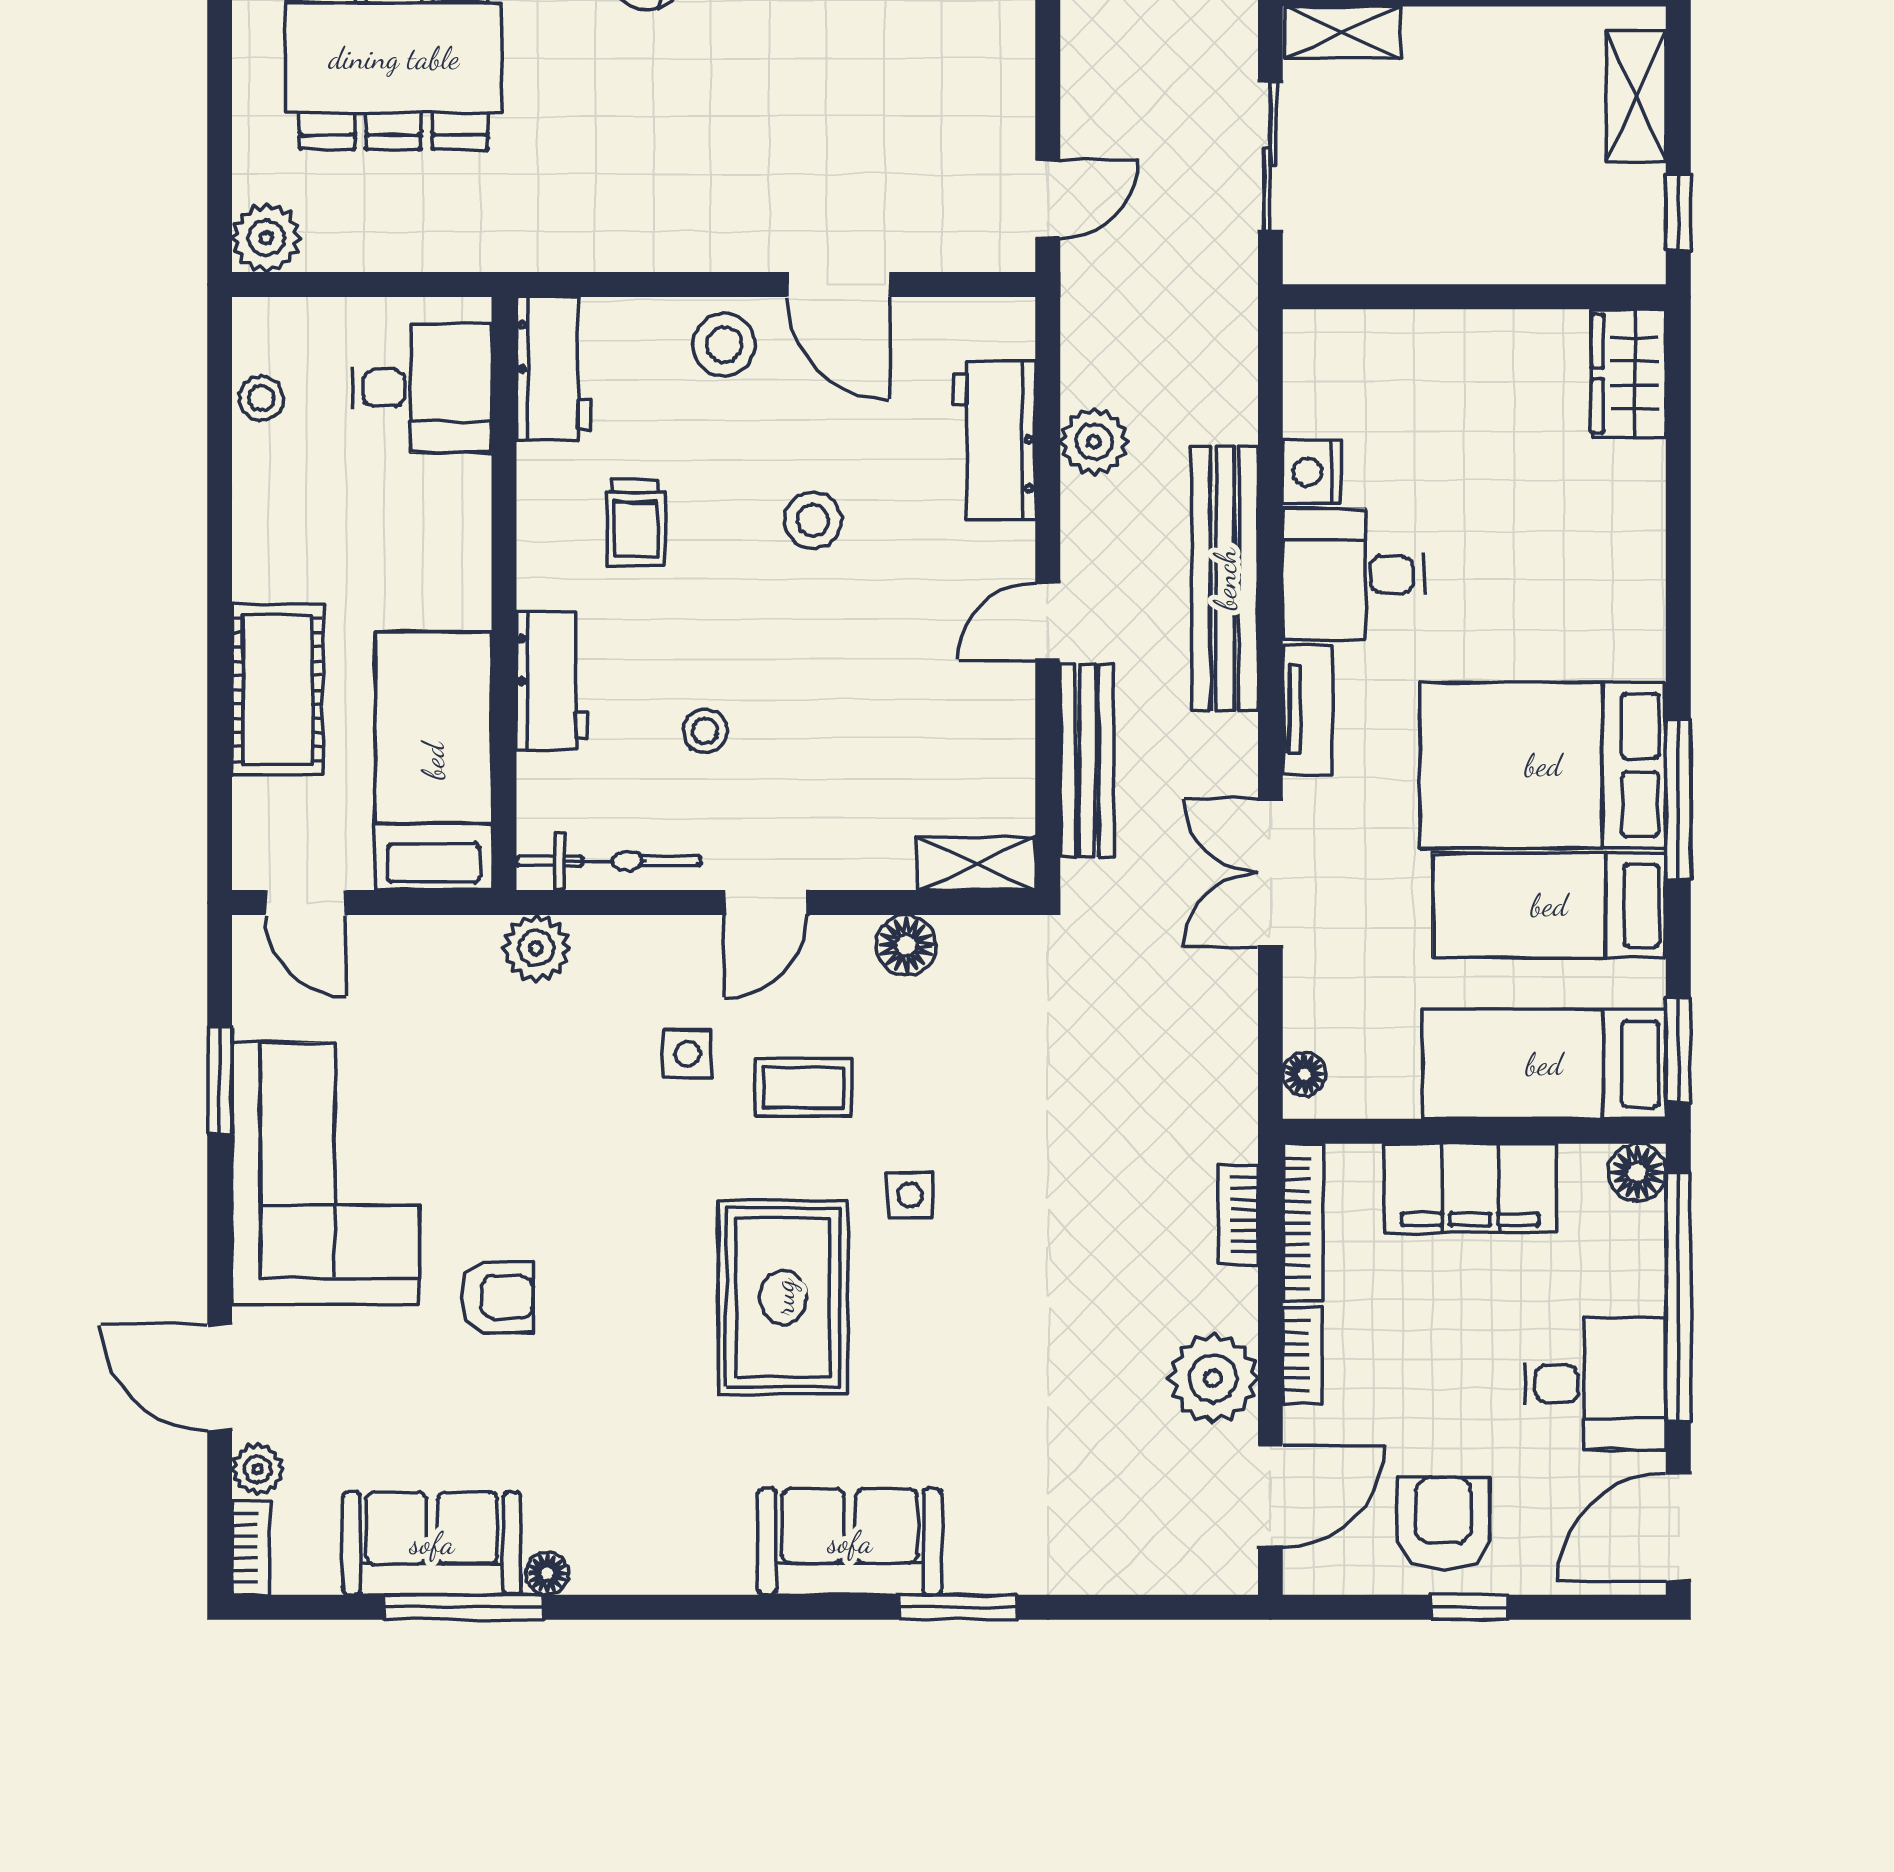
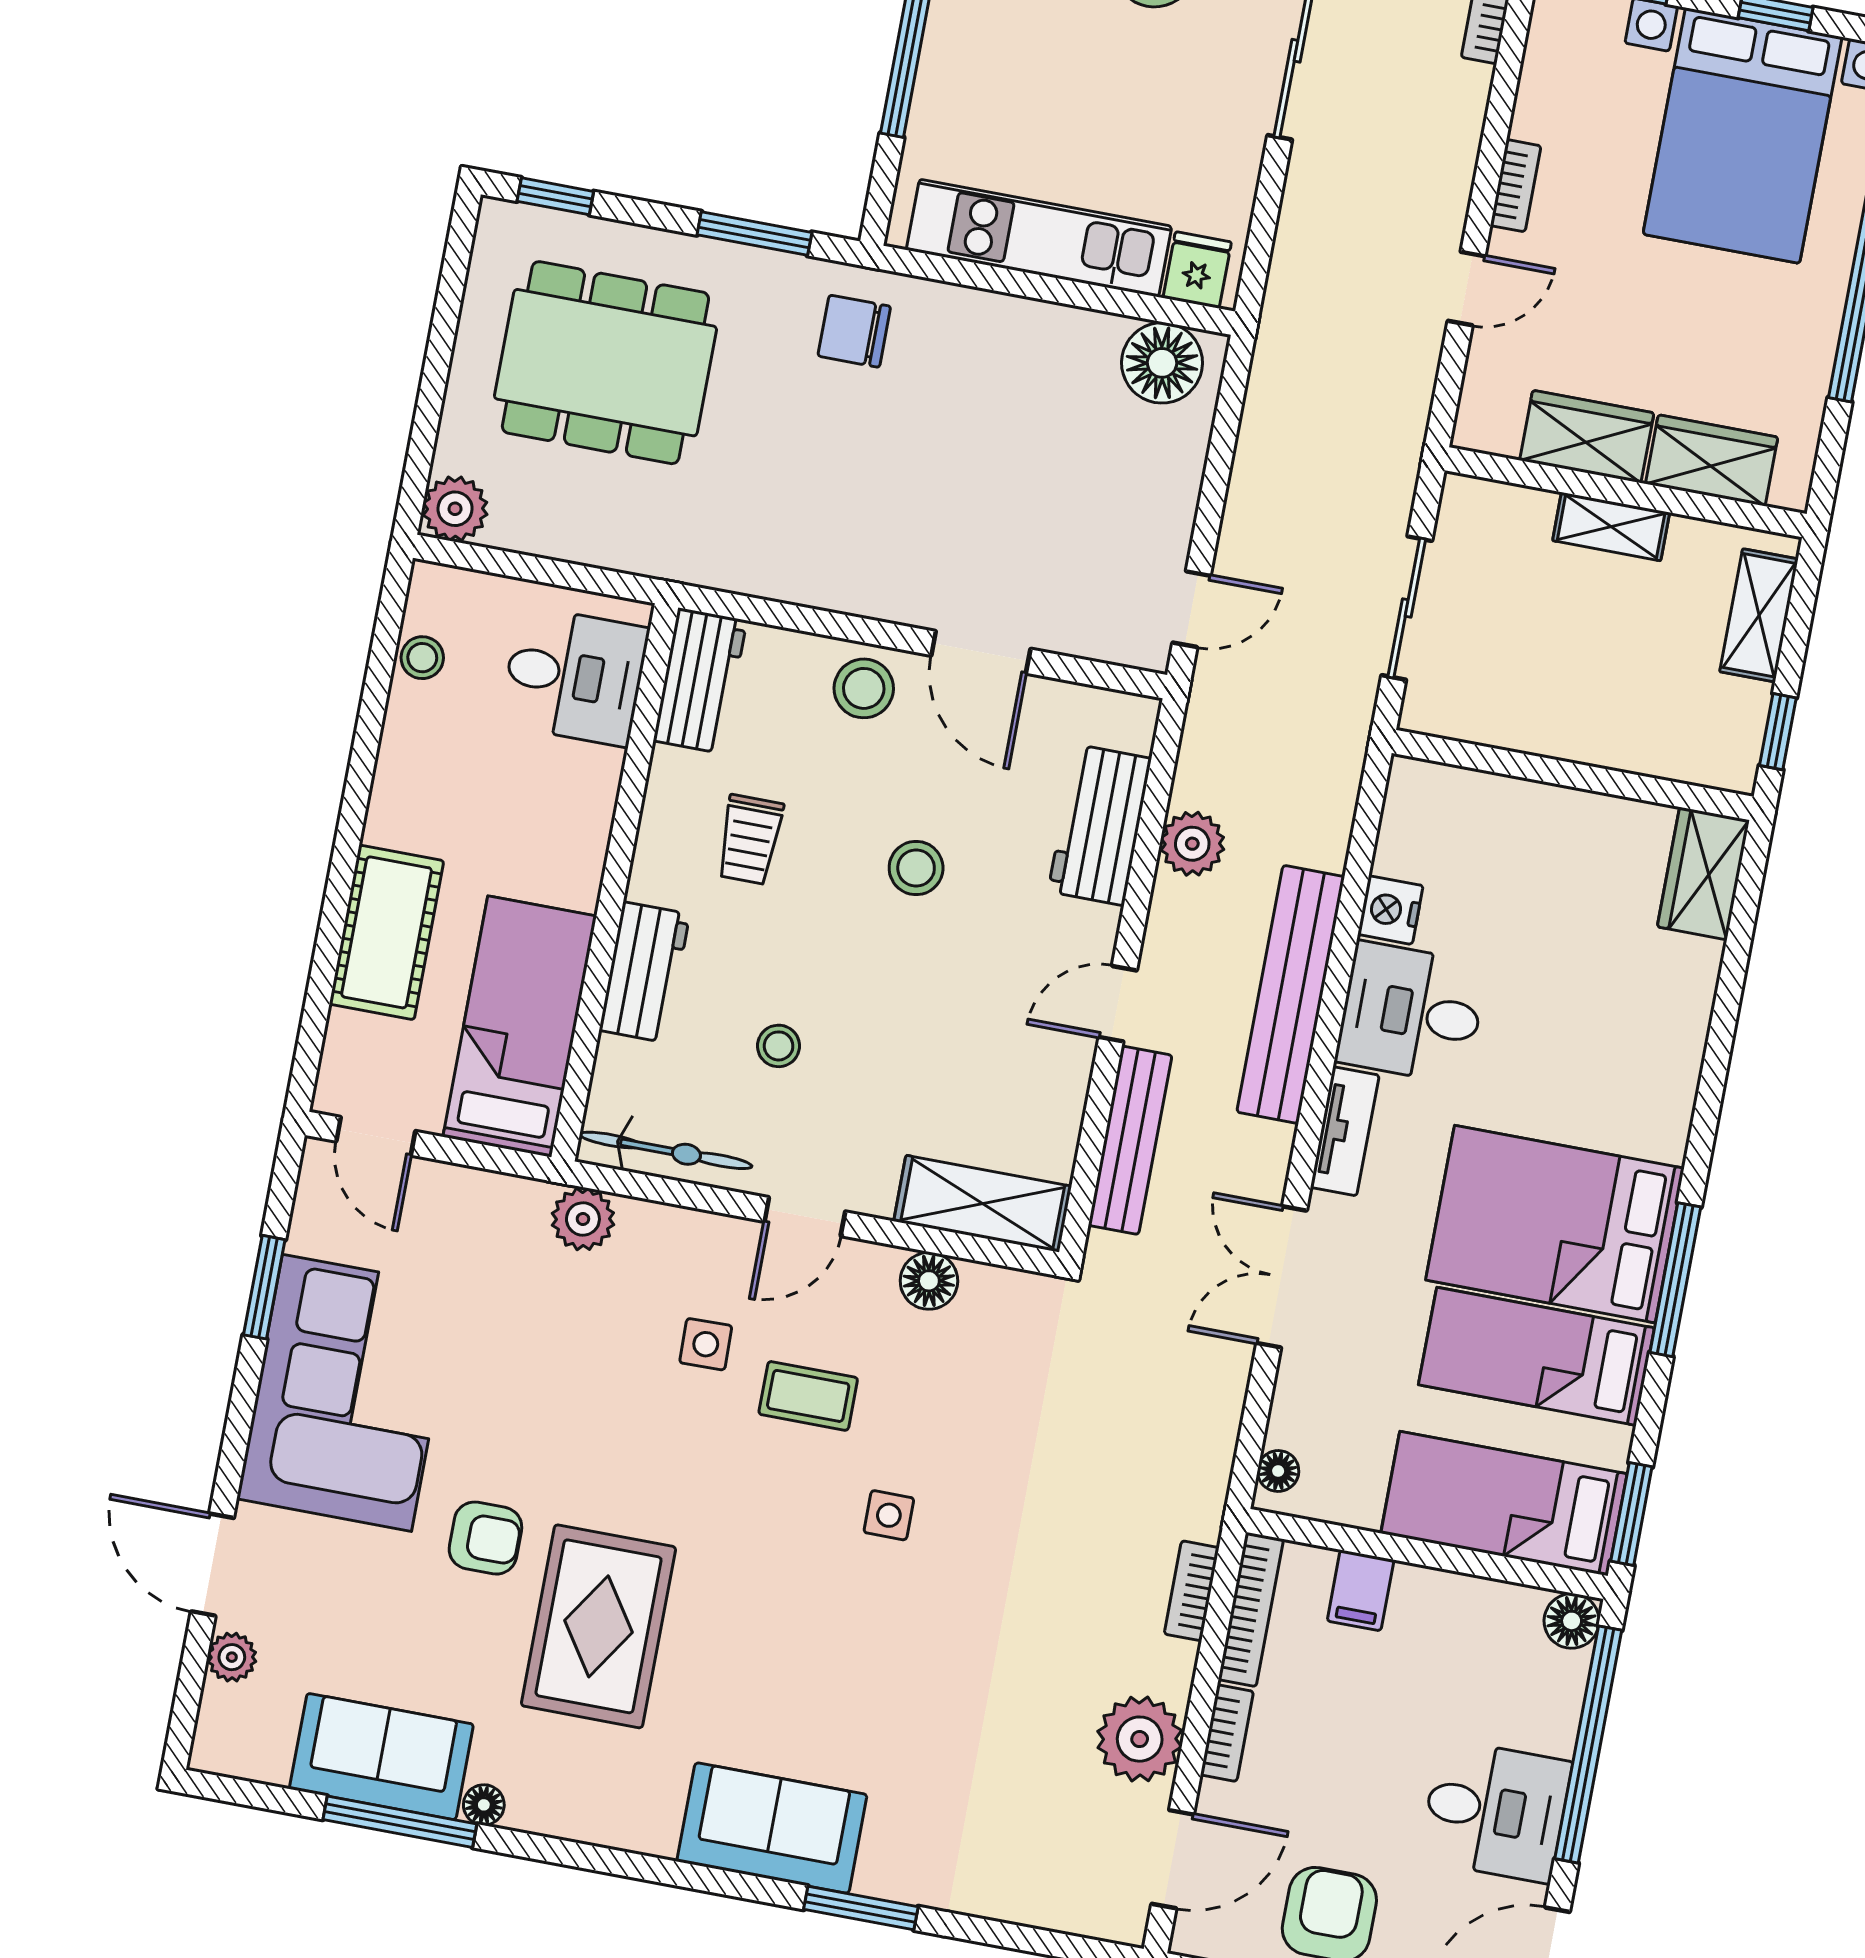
shelving: (1342, 32) -> (1611, 527), moved
shelving: (976, 864) -> (983, 1204), width x1.50, depth x1.33
filing cabinet: (1470, 1188) -> (1361, 1590), width x0.33, depth x0.86
rug: (783, 1297) -> (599, 1626), moved
bookcase: (251, 1547) -> (212, 1729), removed

